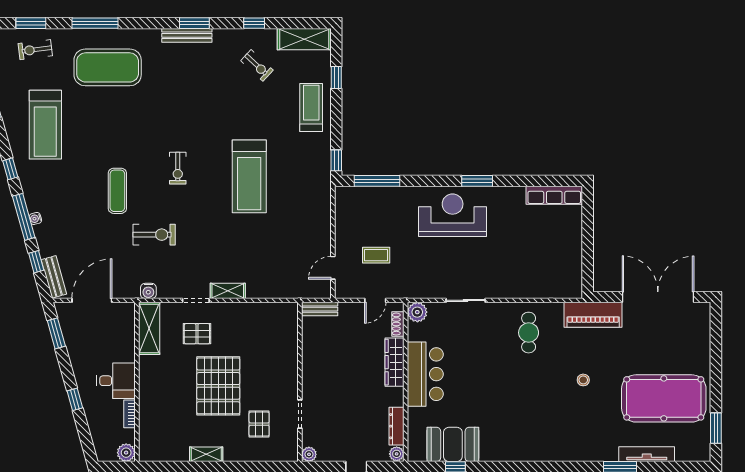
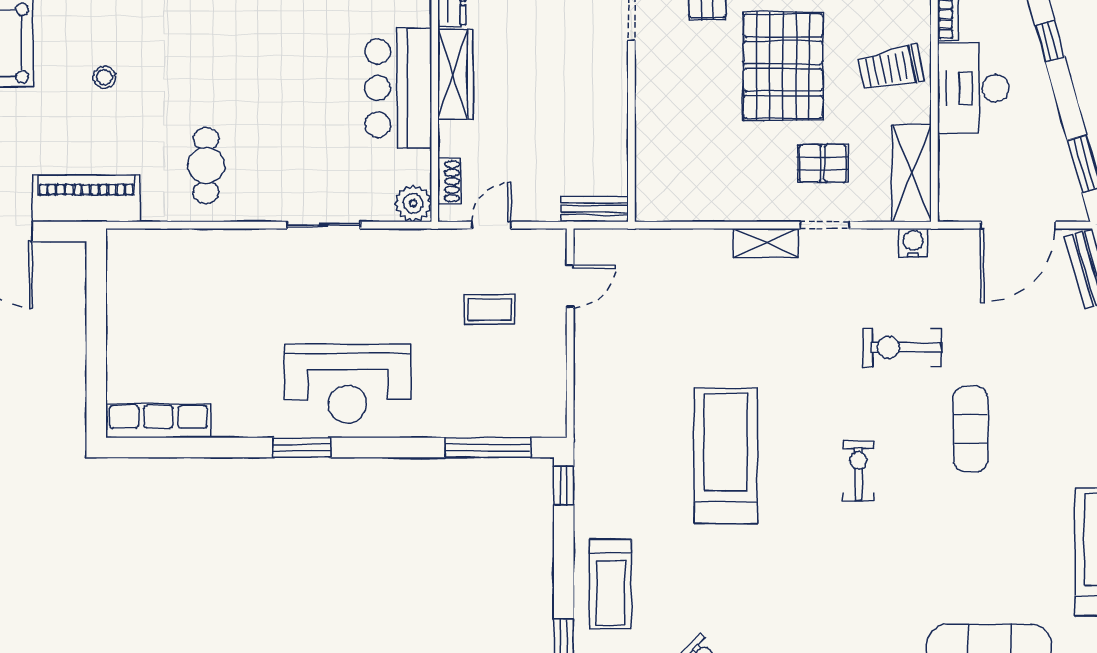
wardrobe: (394, 362) -> (455, 74), moved
desk: (116, 381) -> (973, 88), width x1.37
trolley: (161, 385) -> (891, 68), added

